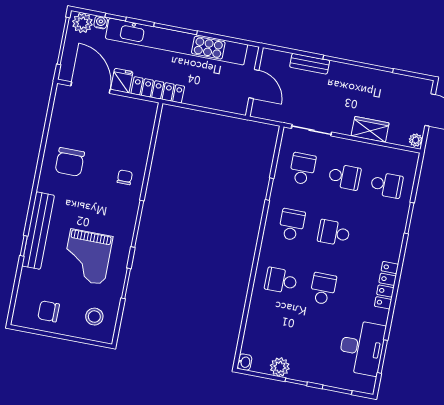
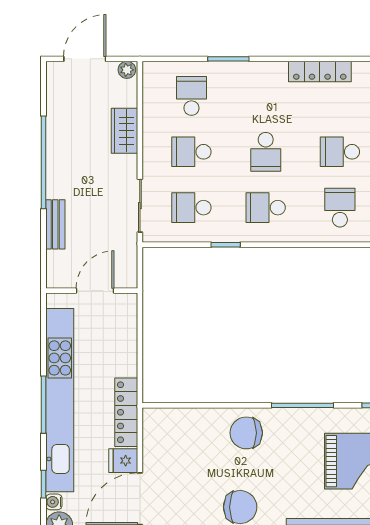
chair: (125, 177) -> (246, 433), width x1.87, depth x1.87
school desk: (345, 177) -> (191, 152), turned -90
school desk: (281, 281) -> (340, 208), turned 180

